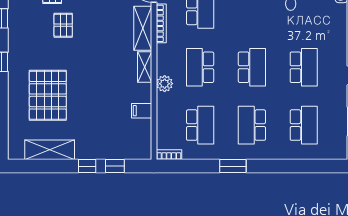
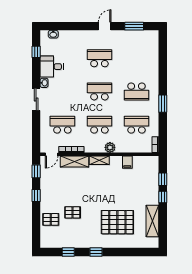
school desk: (200, 67) -> (99, 125), turned 180
school desk: (304, 125) -> (136, 58), removed

